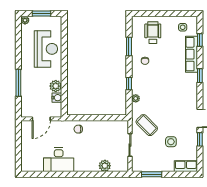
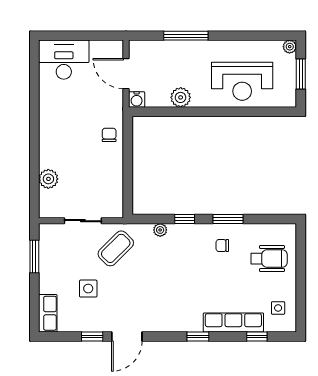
window: (129, 46) -> (228, 219), moved
water cooler: (57, 98) -> (137, 99), moved
desk: (59, 160) -> (64, 60), moved, turned 90

